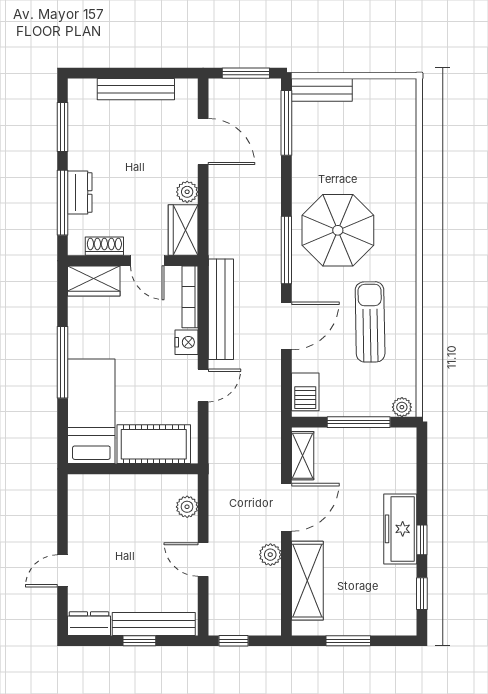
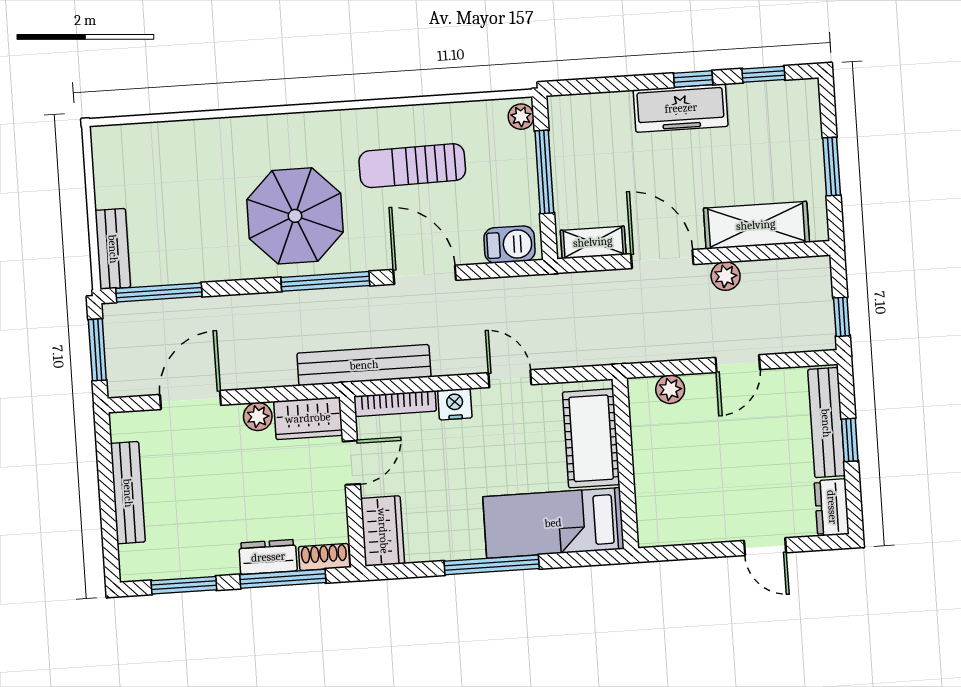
shoe rack: (104, 246) -> (324, 557), moved, turned 90
bench: (221, 309) -> (364, 365), moved

